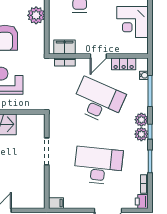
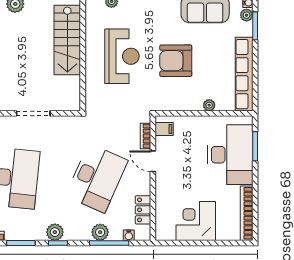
plant: (36, 15) -> (209, 105), width x0.53, depth x0.53
filing cabinet: (65, 47) -> (164, 129), width x0.50
door: (98, 56) -> (153, 161), moved
plant: (141, 120) -> (100, 232), moved

